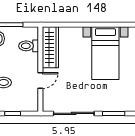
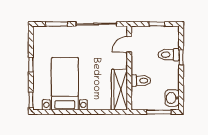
toilet: (29, 46) -> (141, 81), moved
door: (40, 81) -> (129, 44), moved

